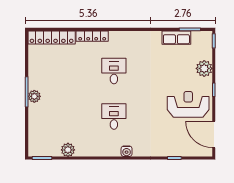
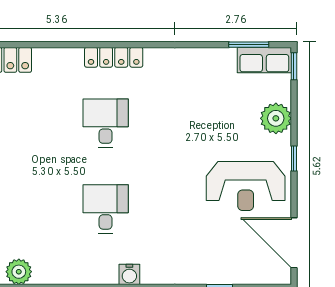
locker: (92, 36) -> (114, 57), moved
row of seats: (176, 38) -> (264, 60), moved
reception desk: (188, 104) -> (246, 186), turned 180

